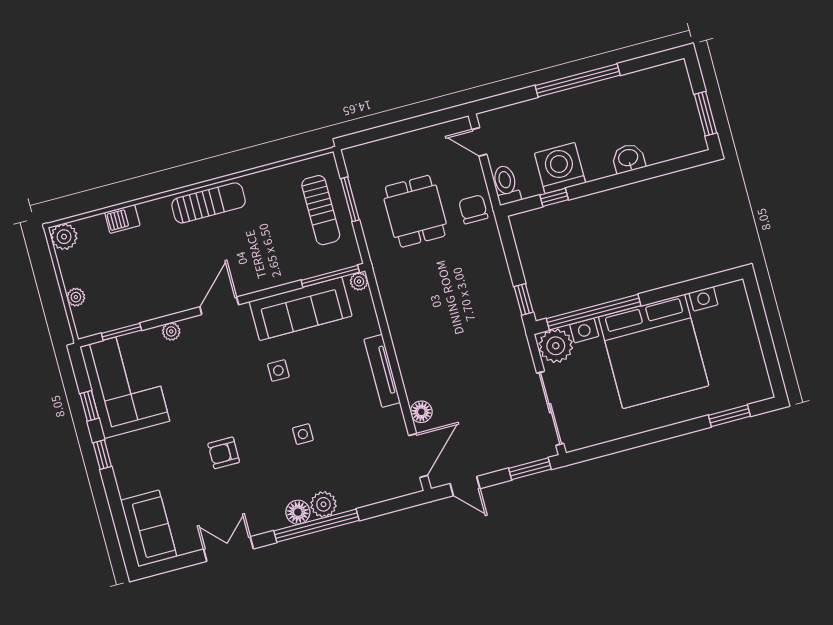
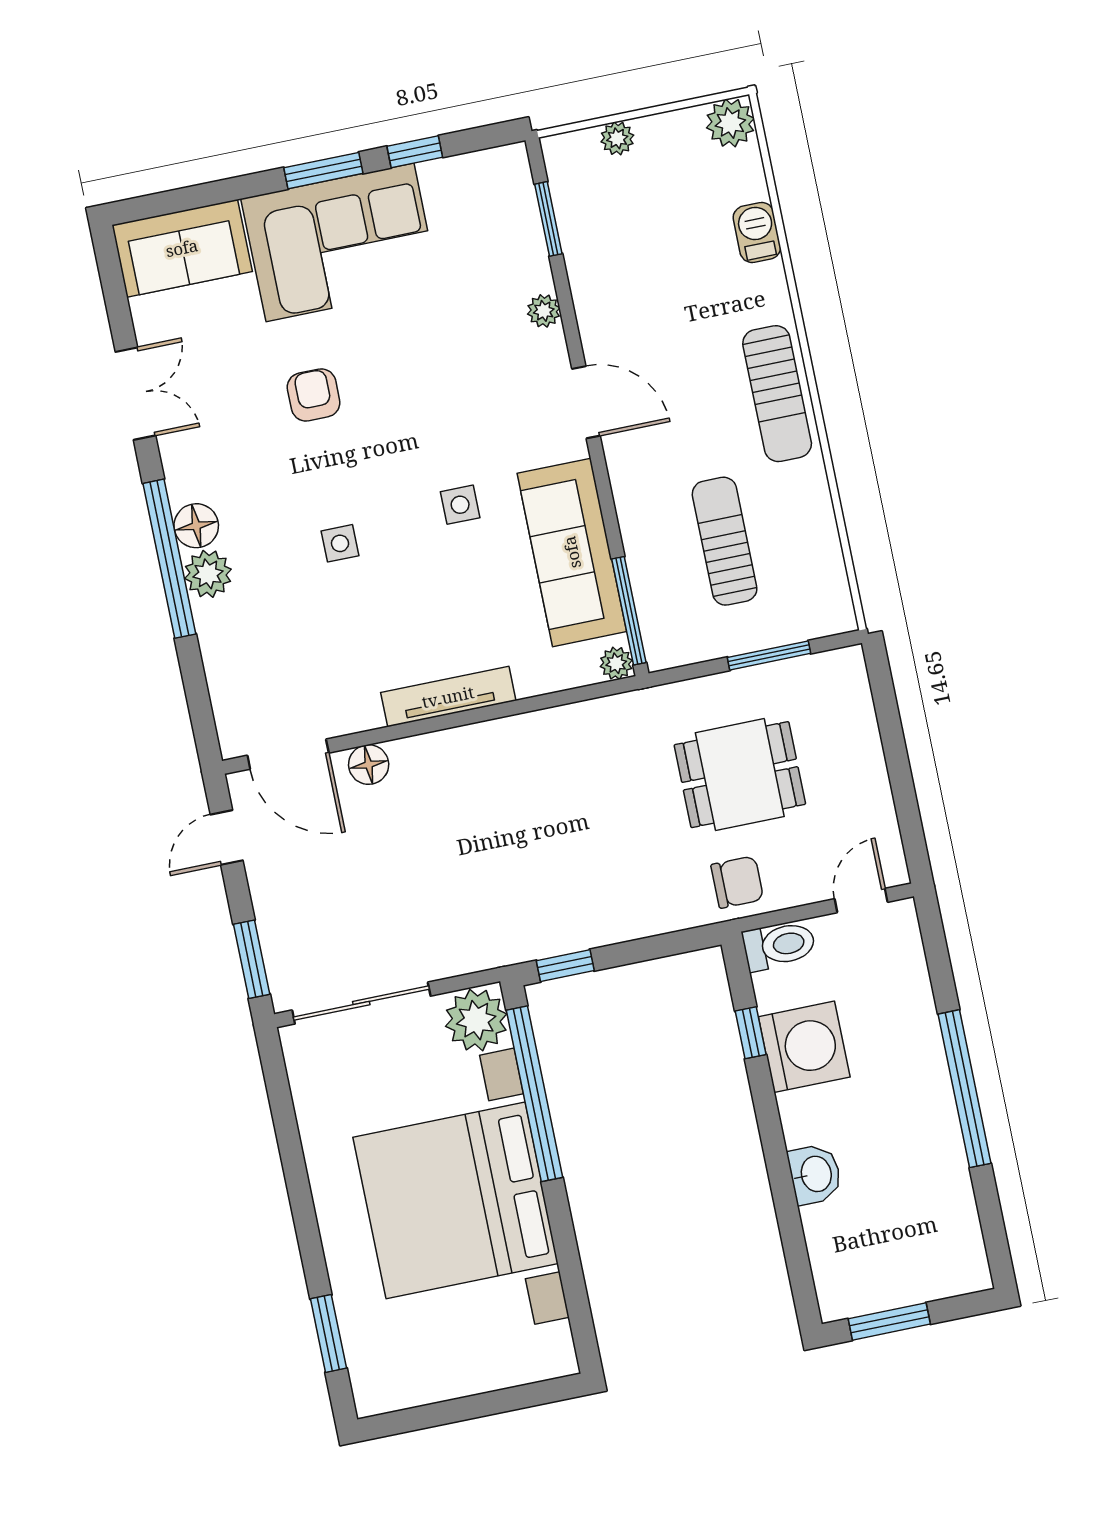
sun lounger: (321, 210) -> (725, 541), moved, turned 90
corner sofa: (125, 384) -> (340, 242), moved
window: (102, 455) -> (323, 171), width x1.50

